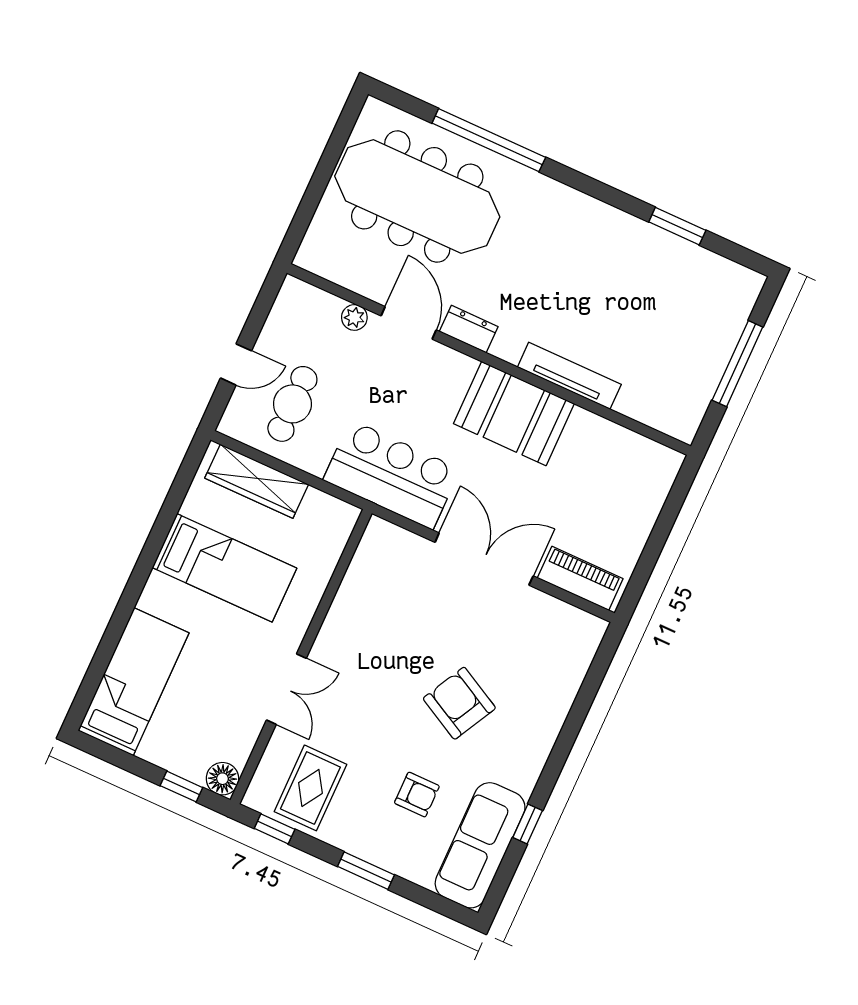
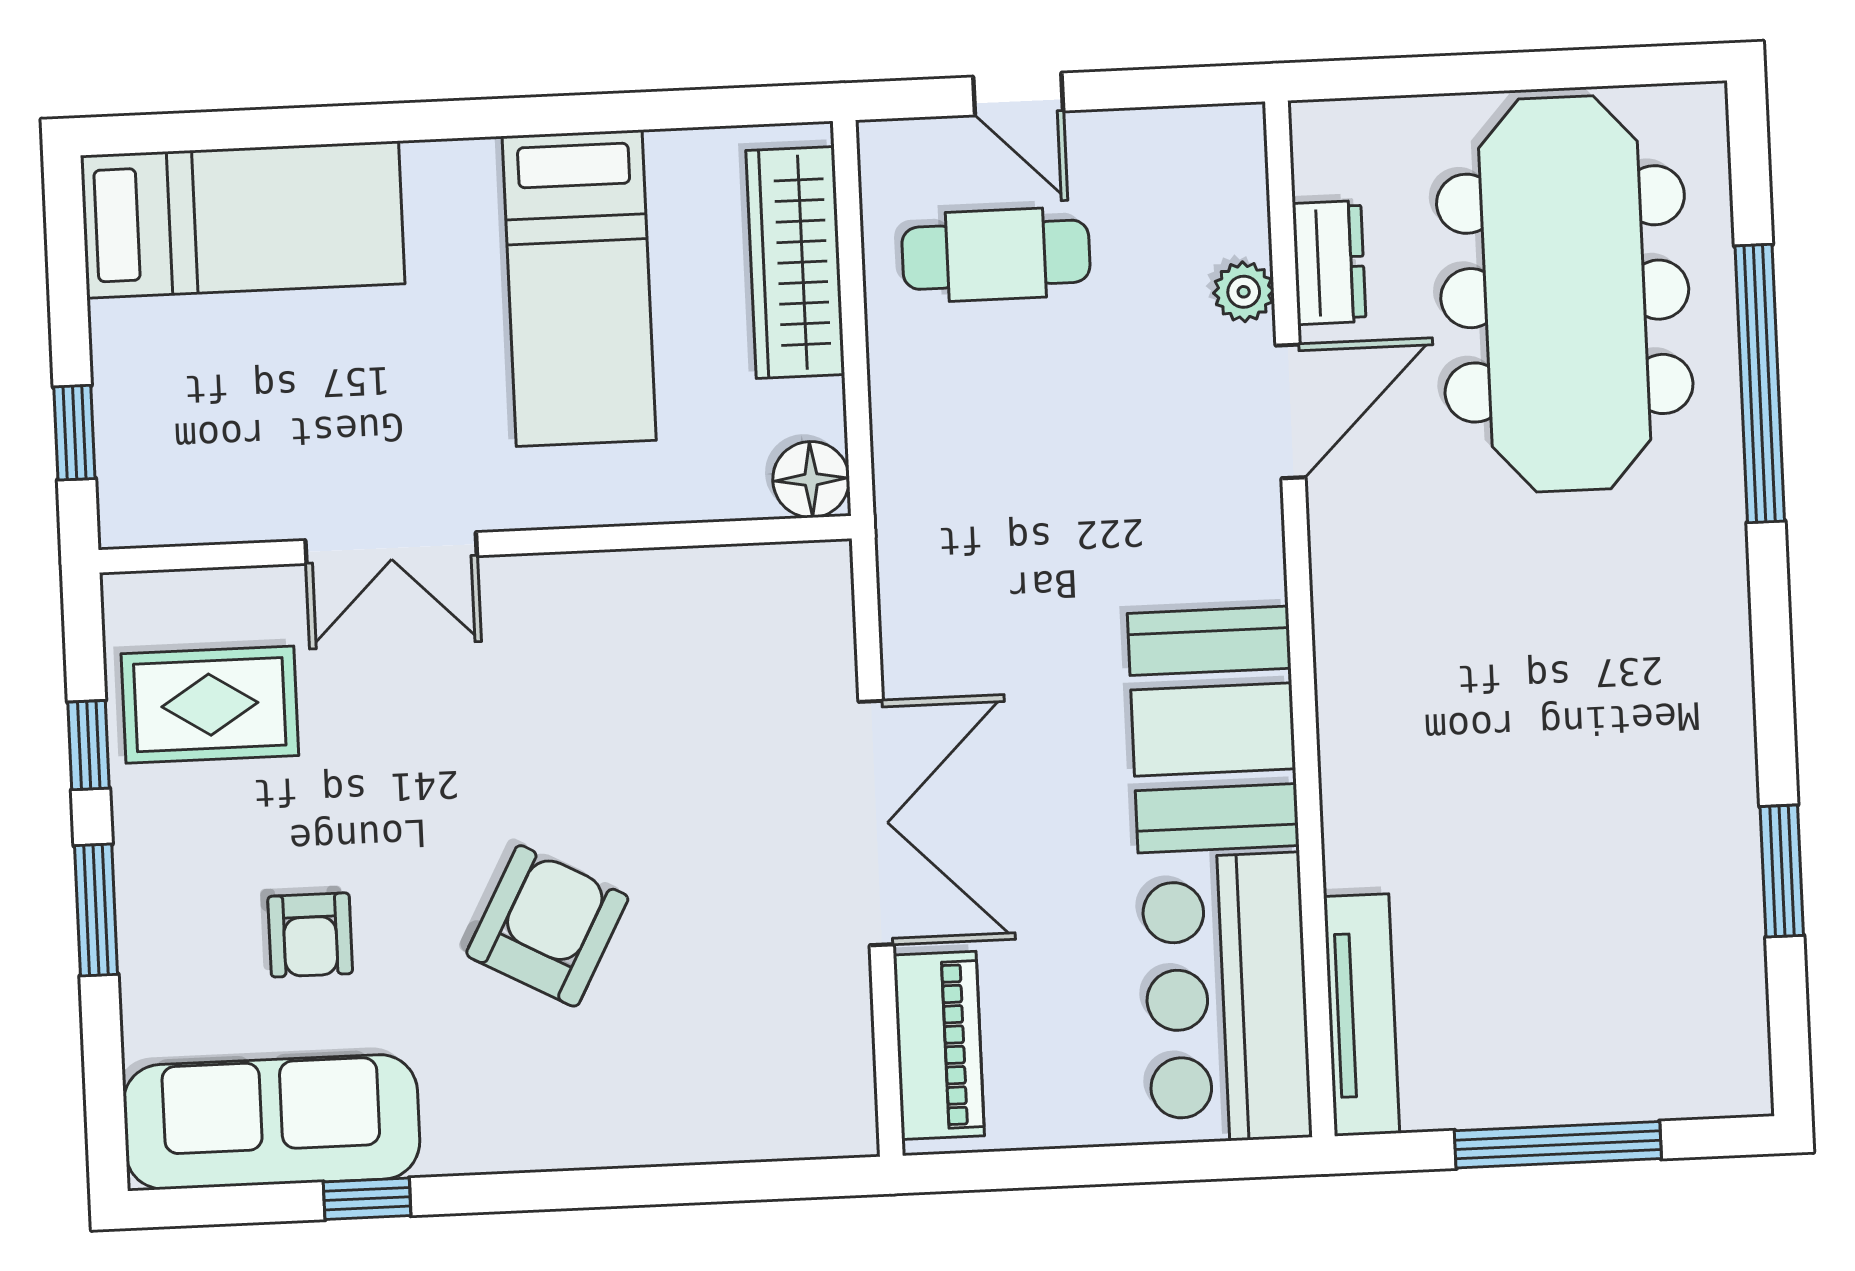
dresser: (469, 329) -> (1329, 263), moved
tv unit: (569, 376) -> (1362, 1015), moved
bar counter: (392, 475) -> (1226, 998), moved, turned 180
floor lamp: (223, 779) -> (811, 480), moved
window: (275, 829) -> (89, 745), moved

